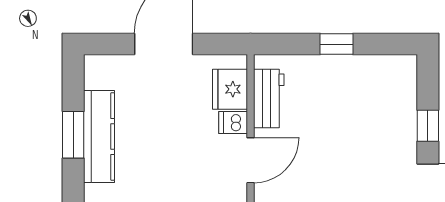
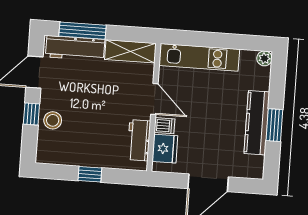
stool: (396, 119) -> (53, 120), added
door: (251, 160) -> (154, 99), swing flipped

